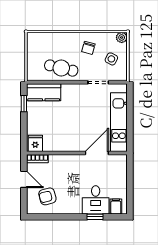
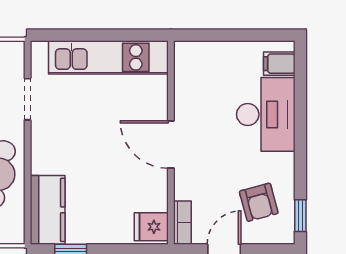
door: (97, 153) -> (171, 145), moved
desk: (96, 200) -> (266, 114), width x1.37
window: (95, 217) -> (300, 216), moved

